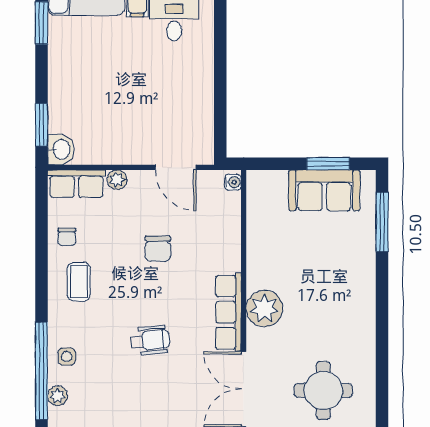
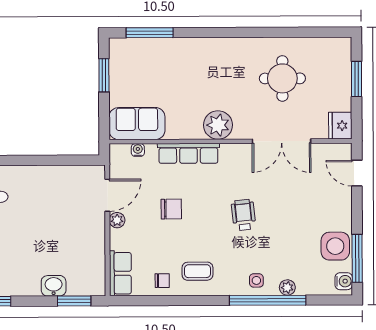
washbasin: (61, 149) -> (54, 286), moved
plant: (117, 180) -> (117, 220), moved
water cooler: (233, 182) -> (138, 150), moved
sofa: (324, 190) -> (137, 124), moved, turned -90
row of seats: (228, 312) -> (188, 153), moved

